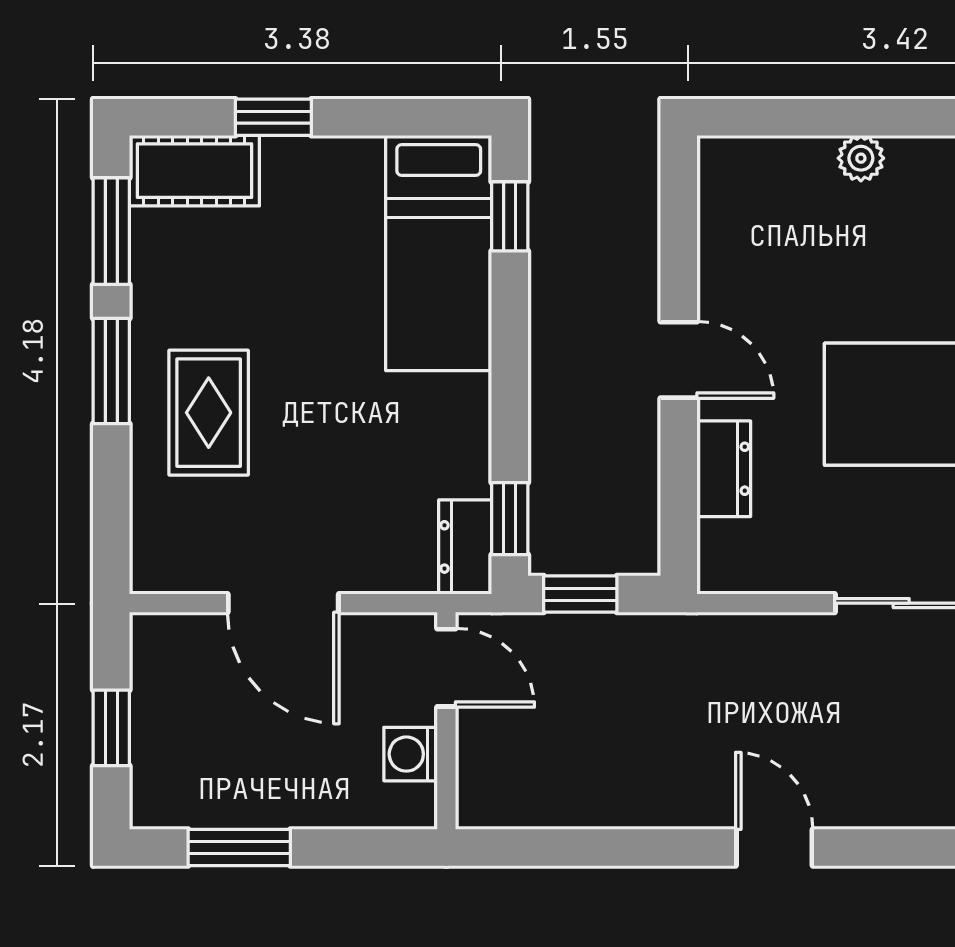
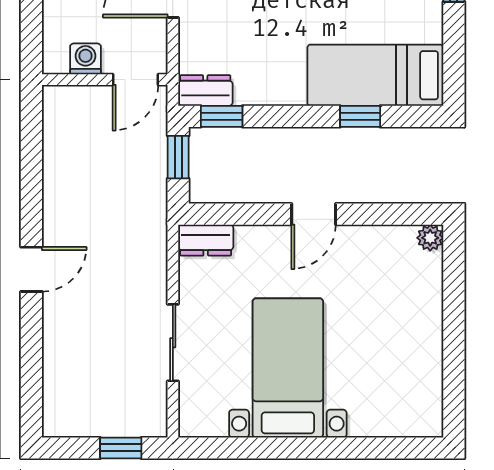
plant: (861, 158) -> (430, 238), moved
window: (510, 216) -> (360, 116), moved
dresser: (724, 469) -> (206, 240), moved

